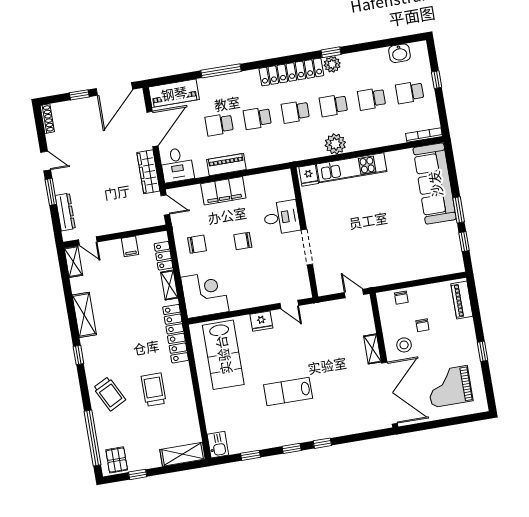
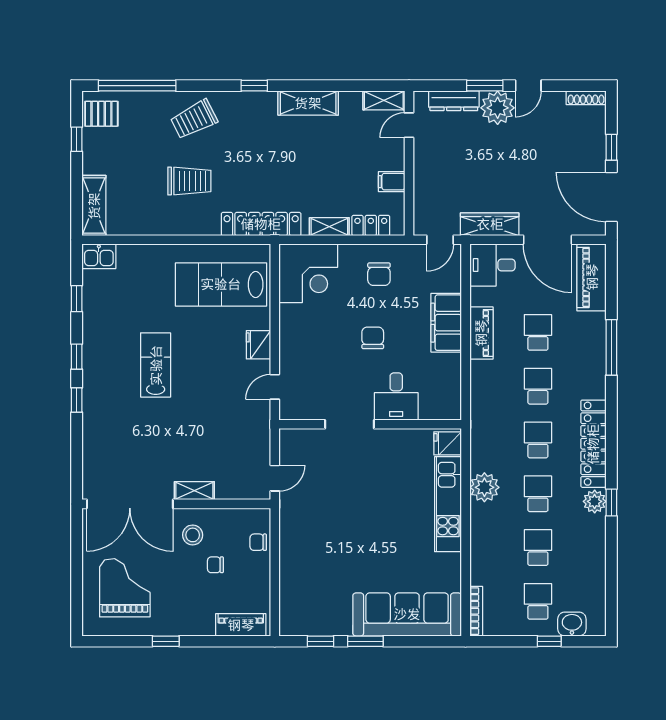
washbasin: (399, 53) -> (572, 624), moved, turned 90
plant: (65, 180) -> (498, 108), added

